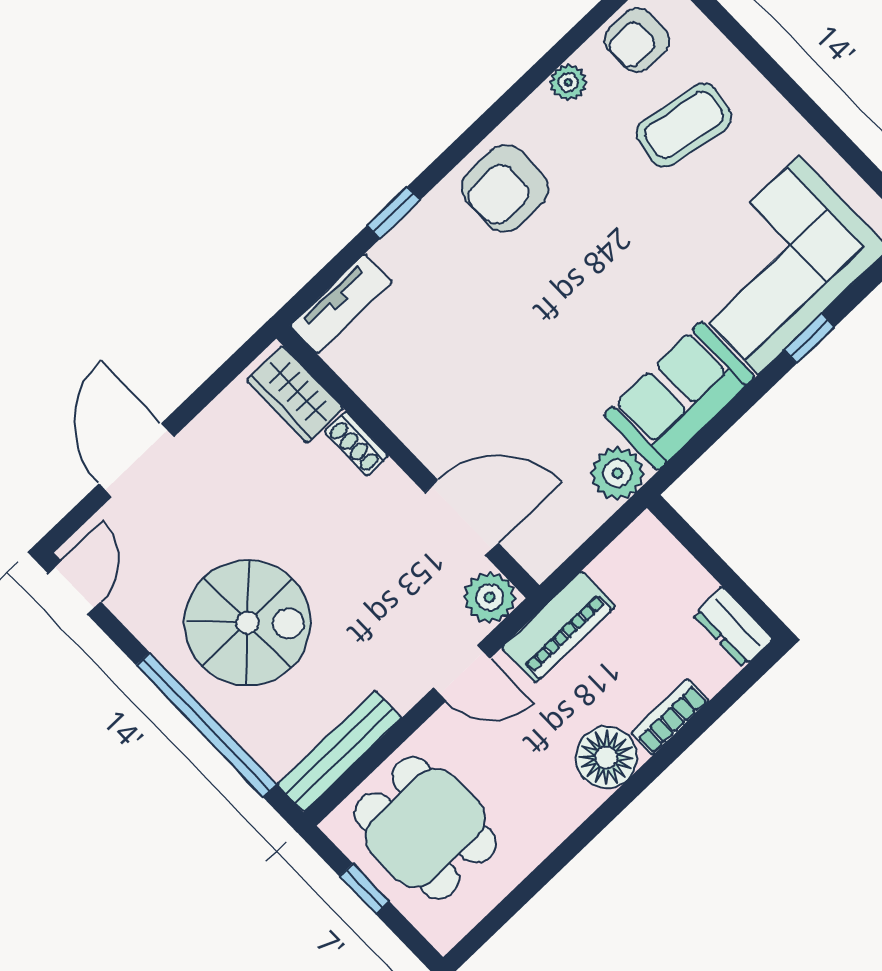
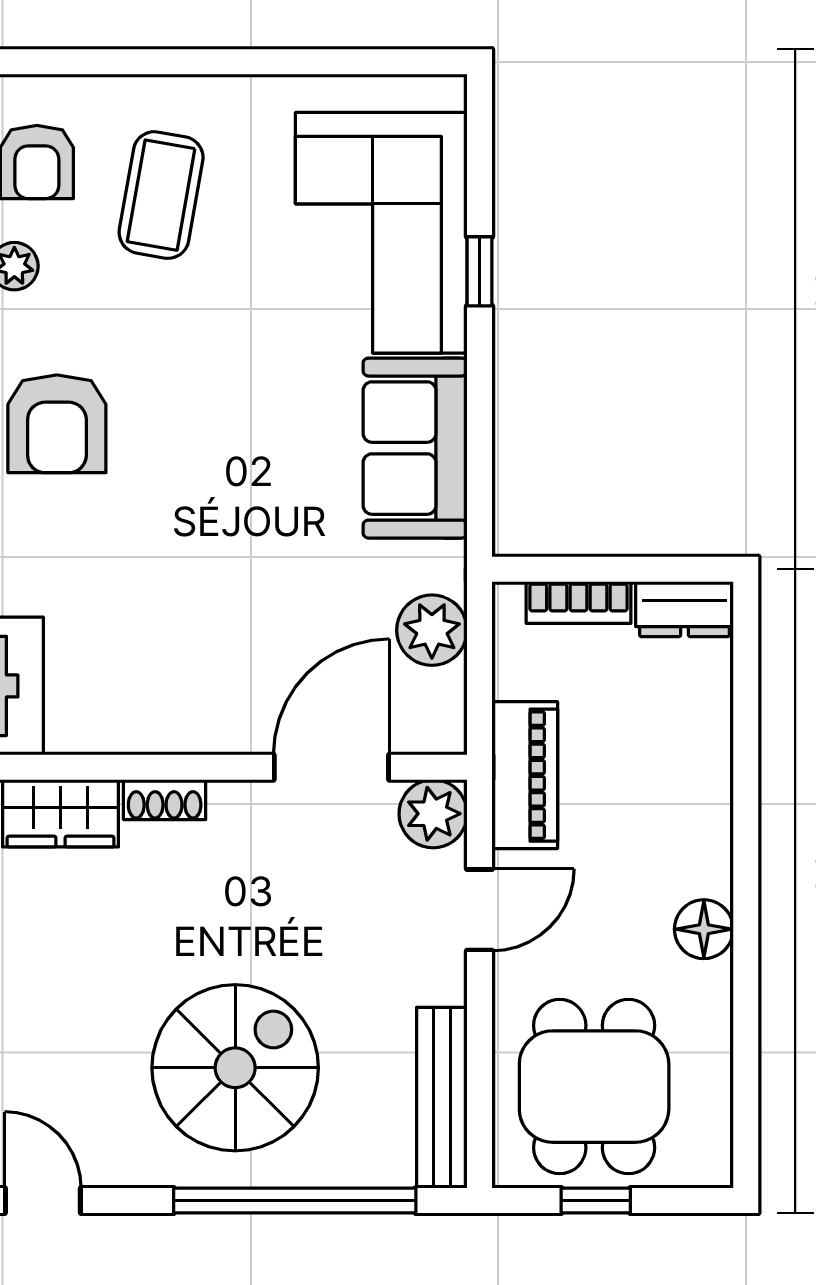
plant: (617, 473) -> (432, 630), moved
bookcase: (670, 717) -> (578, 603), moved, turned -90
floor lamp: (606, 757) -> (704, 929), moved, width x0.73, depth x0.73
dining table: (425, 828) -> (594, 1087), turned 90

